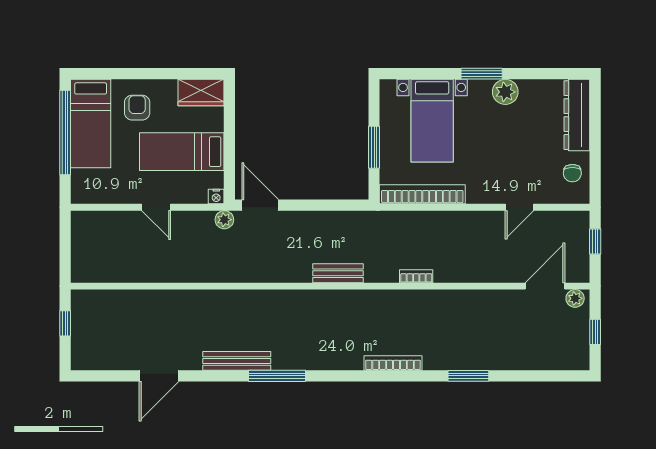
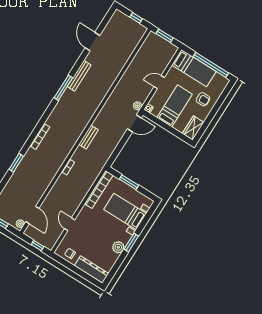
bed: (91, 123) -> (194, 68), moved, turned 180
window: (65, 251) -> (165, 36), added

